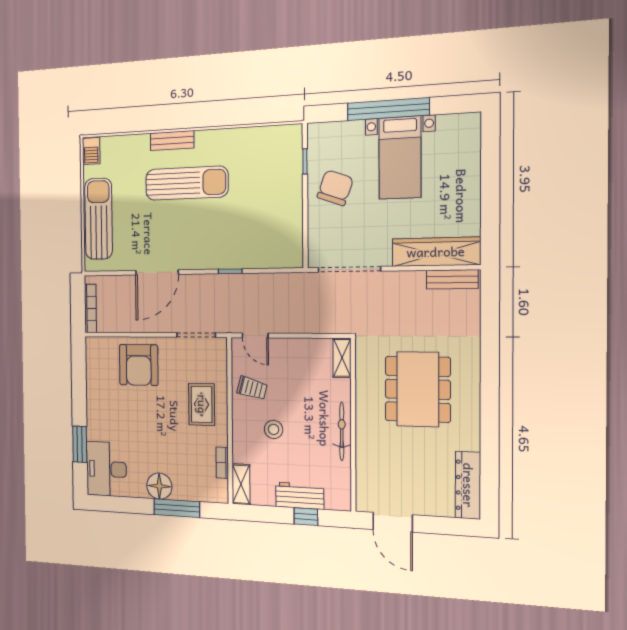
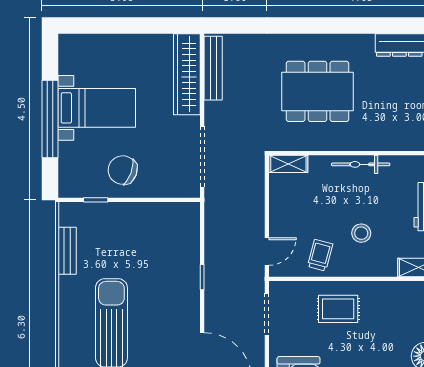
bench: (172, 141) -> (67, 251), moved
bench: (452, 279) -> (213, 68), width x1.36
bookcase: (222, 463) -> (397, 287), removed

